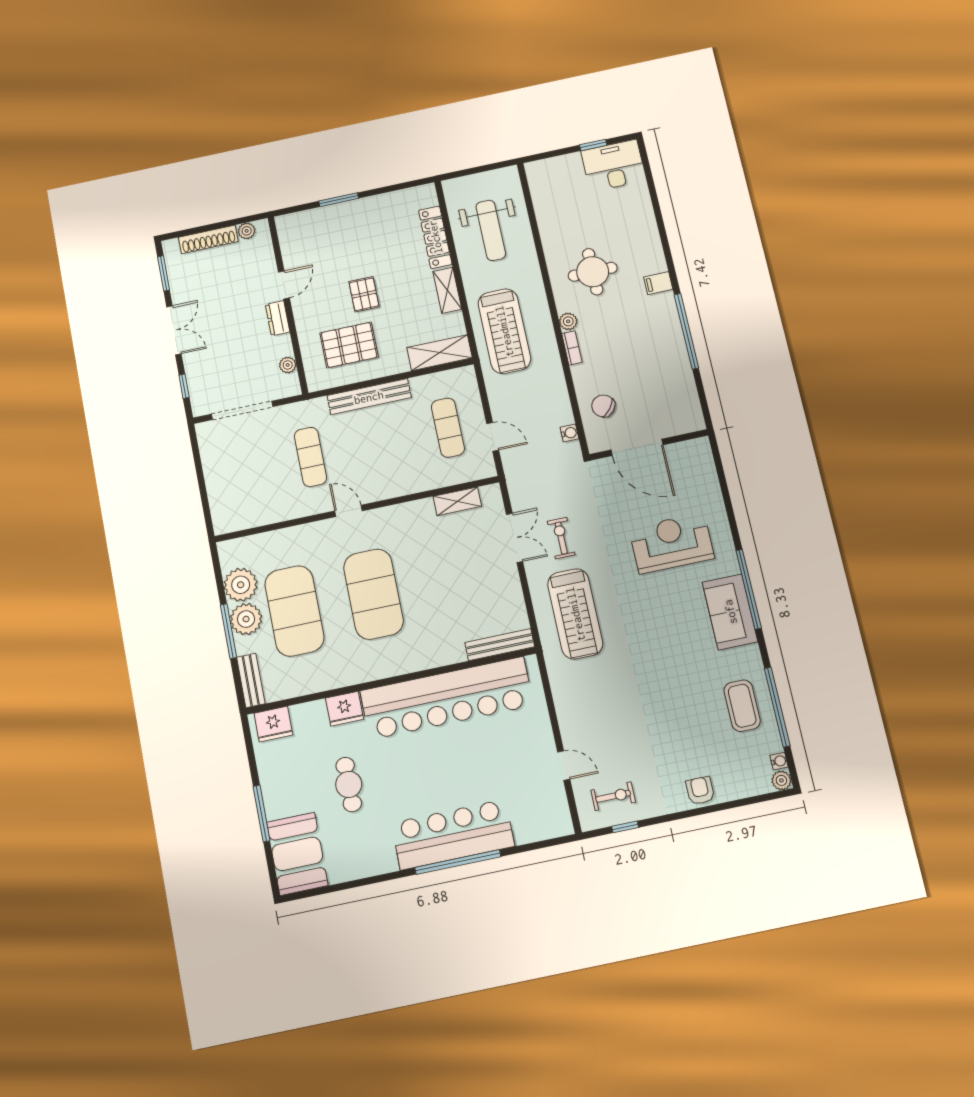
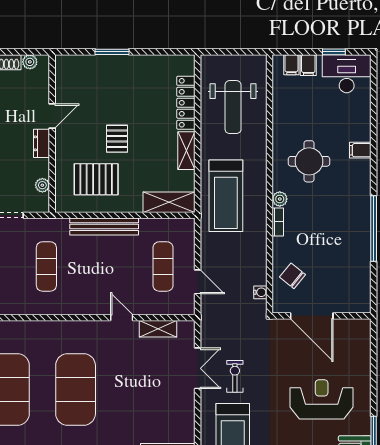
filing cabinet: (567, 166) -> (308, 65), added
filing cabinet: (548, 169) -> (291, 65), added
filing cabinet: (658, 283) -> (360, 150), moved
door: (348, 511) -> (122, 318), moved

